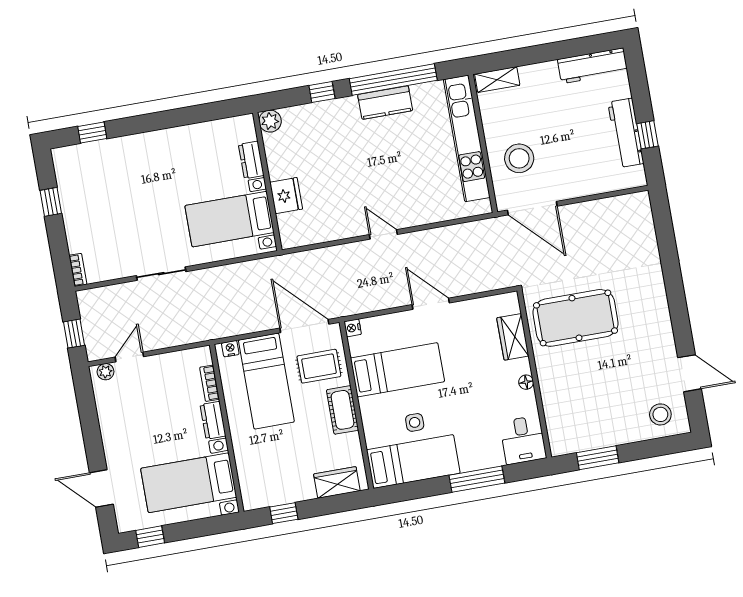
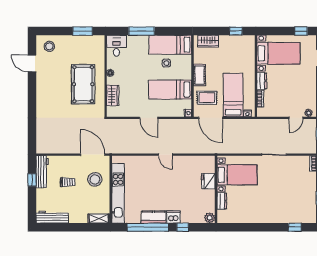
dishwasher: (345, 110) -> (173, 217), added
workbench: (626, 133) -> (42, 172), moved
trolley: (574, 143) -> (68, 182), added
pool table: (575, 318) -> (83, 84), moved, turned 90

